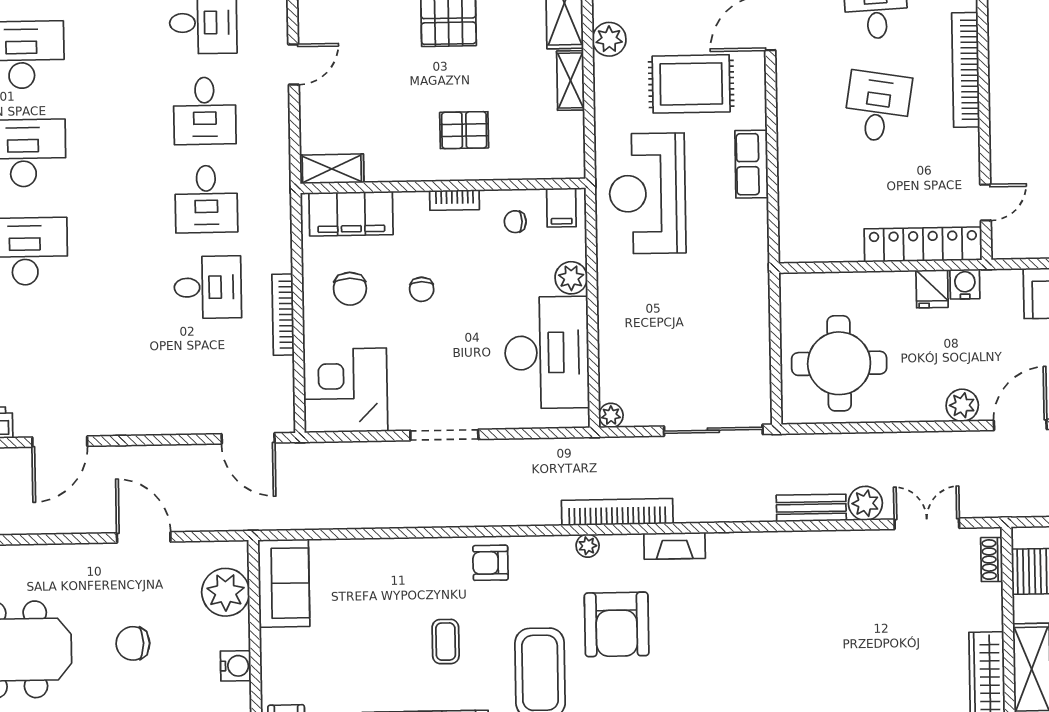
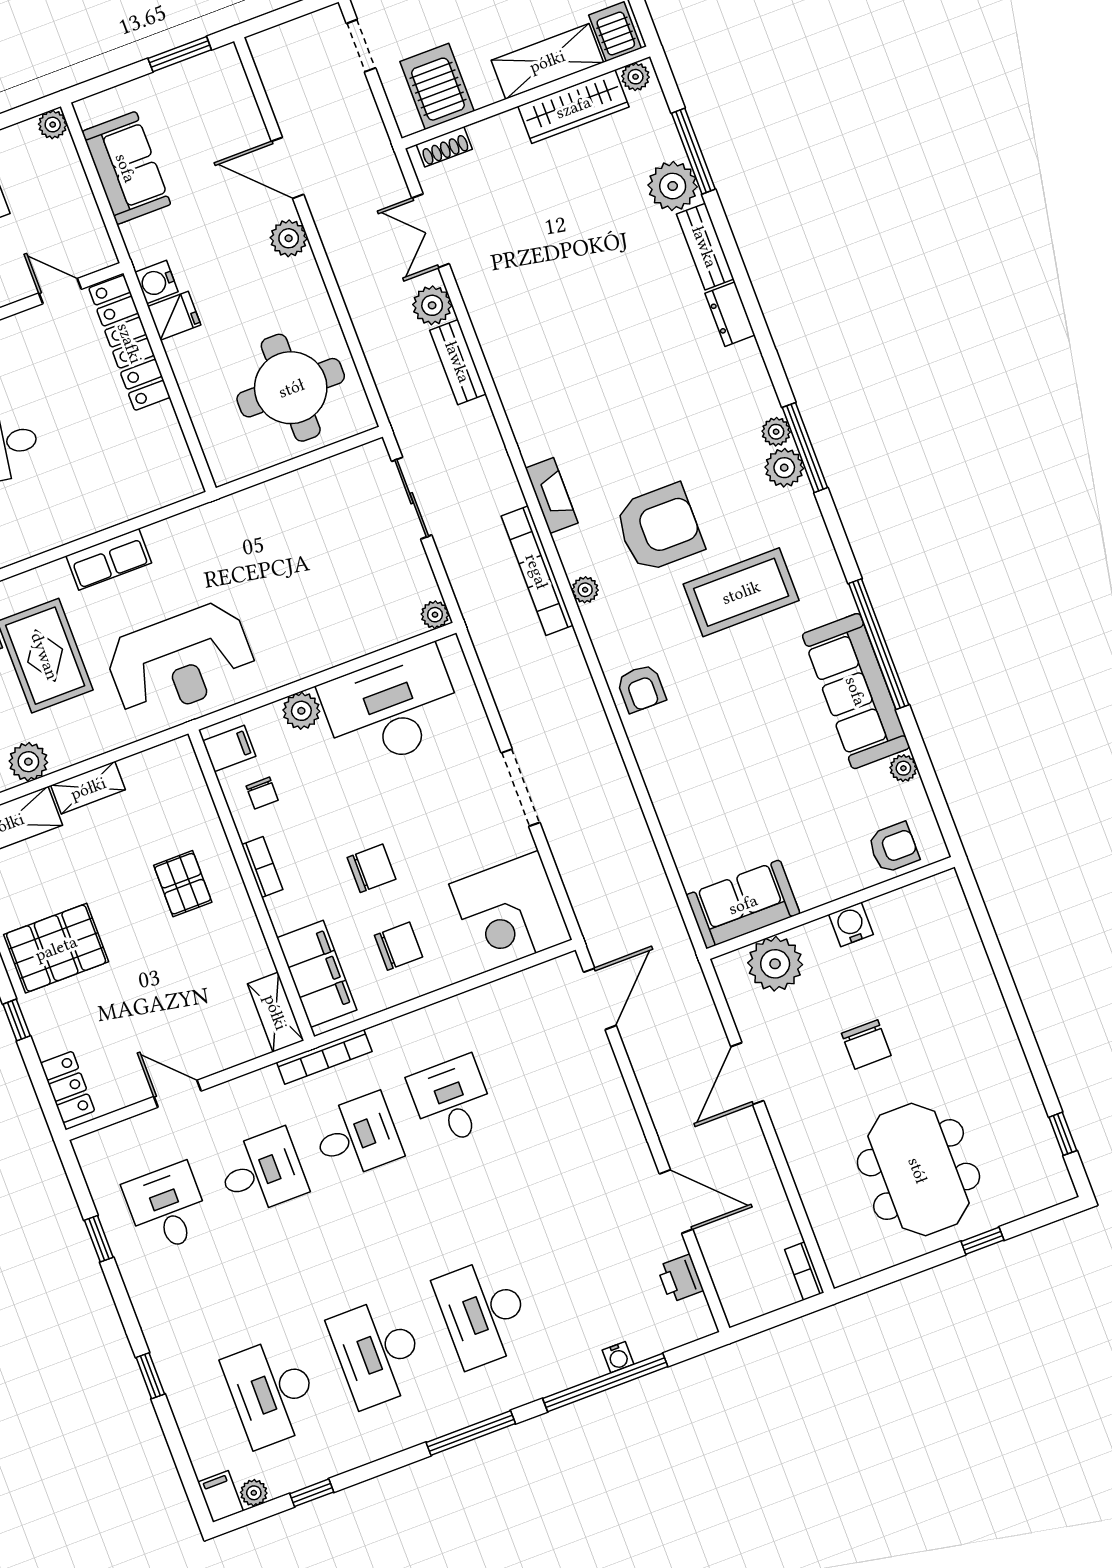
chair: (422, 289) -> (372, 868), width x1.37, depth x1.37
bookcase: (283, 315) -> (324, 1057), moved
sliding door: (713, 430) -> (412, 498), width x0.73
coffee table: (446, 642) -> (744, 707), removed

